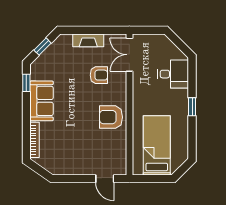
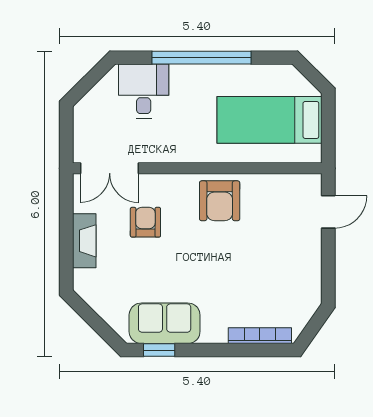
window: (43, 47) -> (95, 322), removed
sofa: (42, 101) -> (165, 323), moved
window: (192, 107) -> (202, 58), width x3.17

